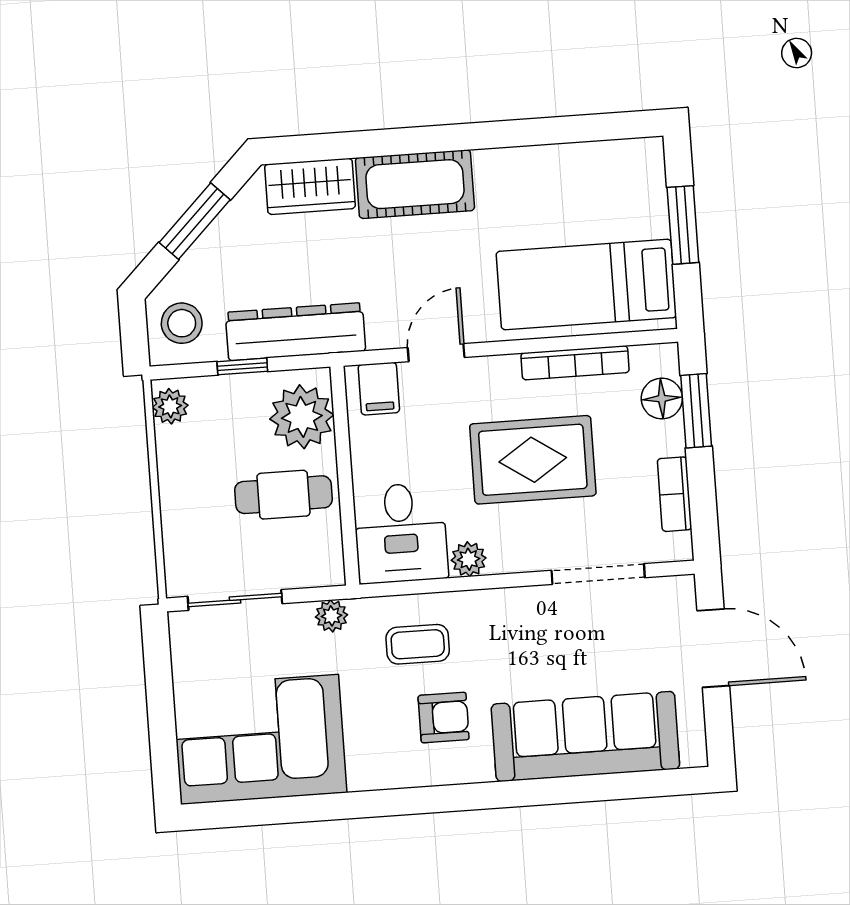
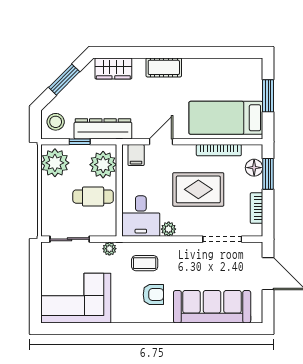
cot: (415, 184) -> (164, 67), width x0.73, depth x0.75
plant: (170, 406) -> (55, 163), width x1.88, depth x1.88

